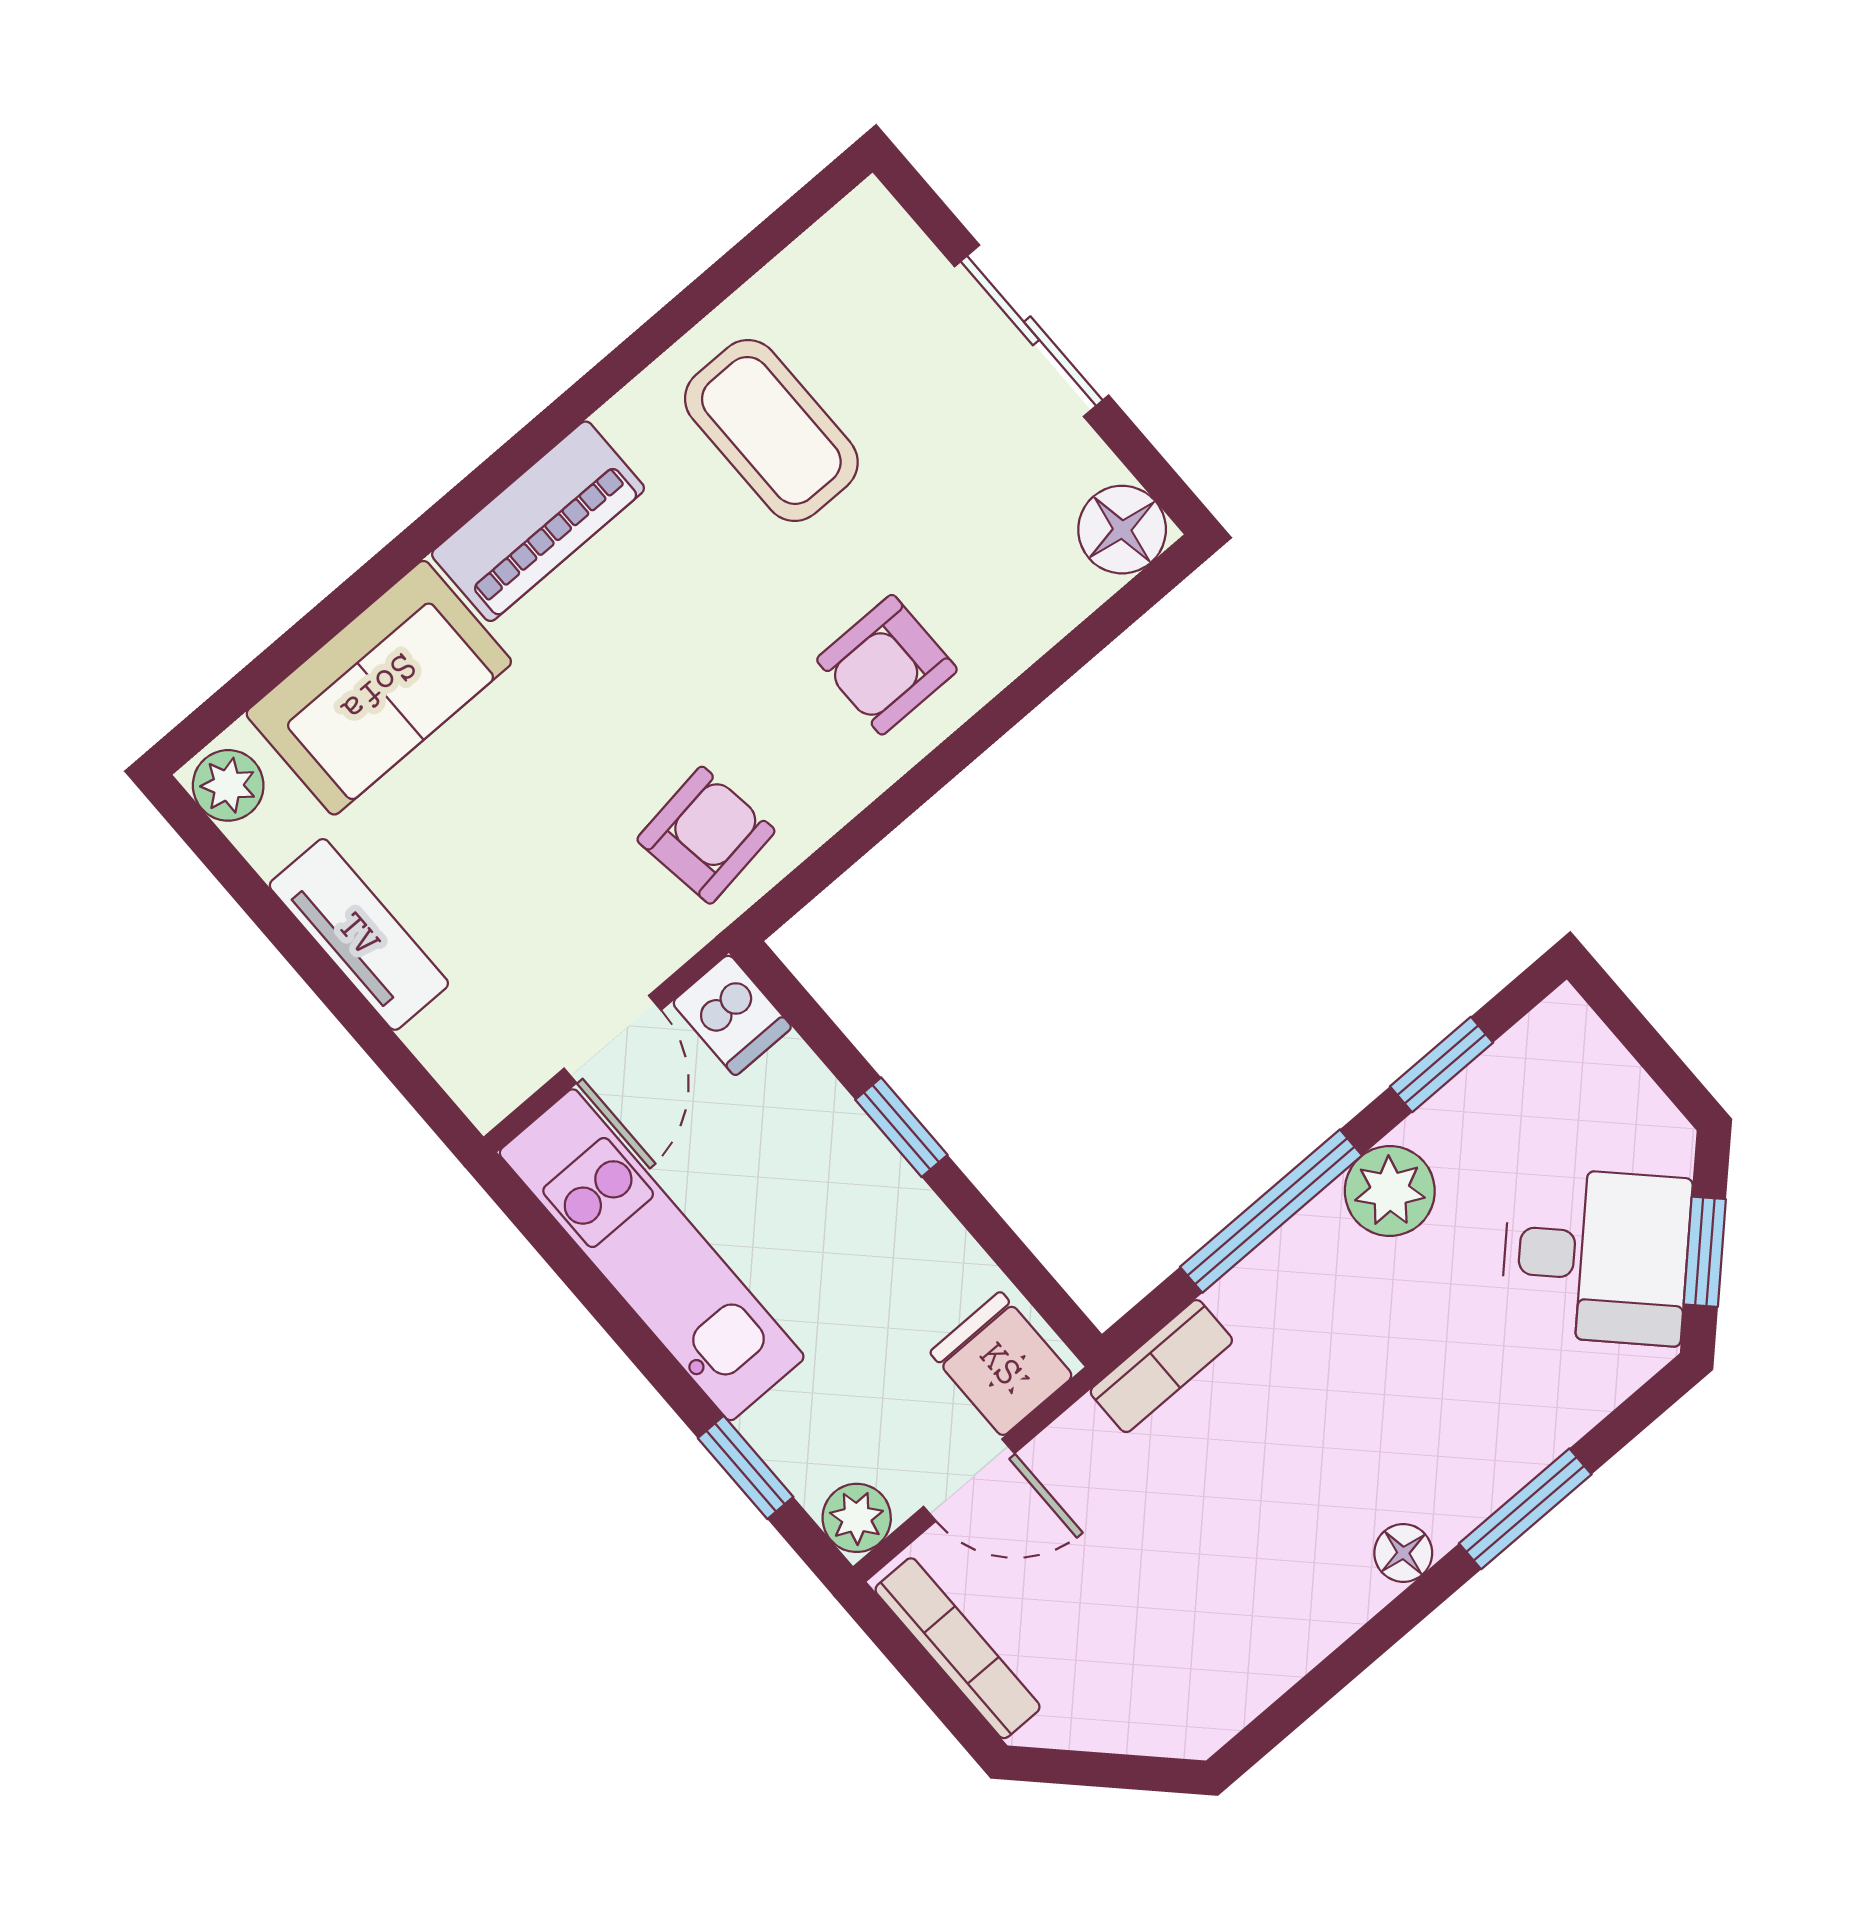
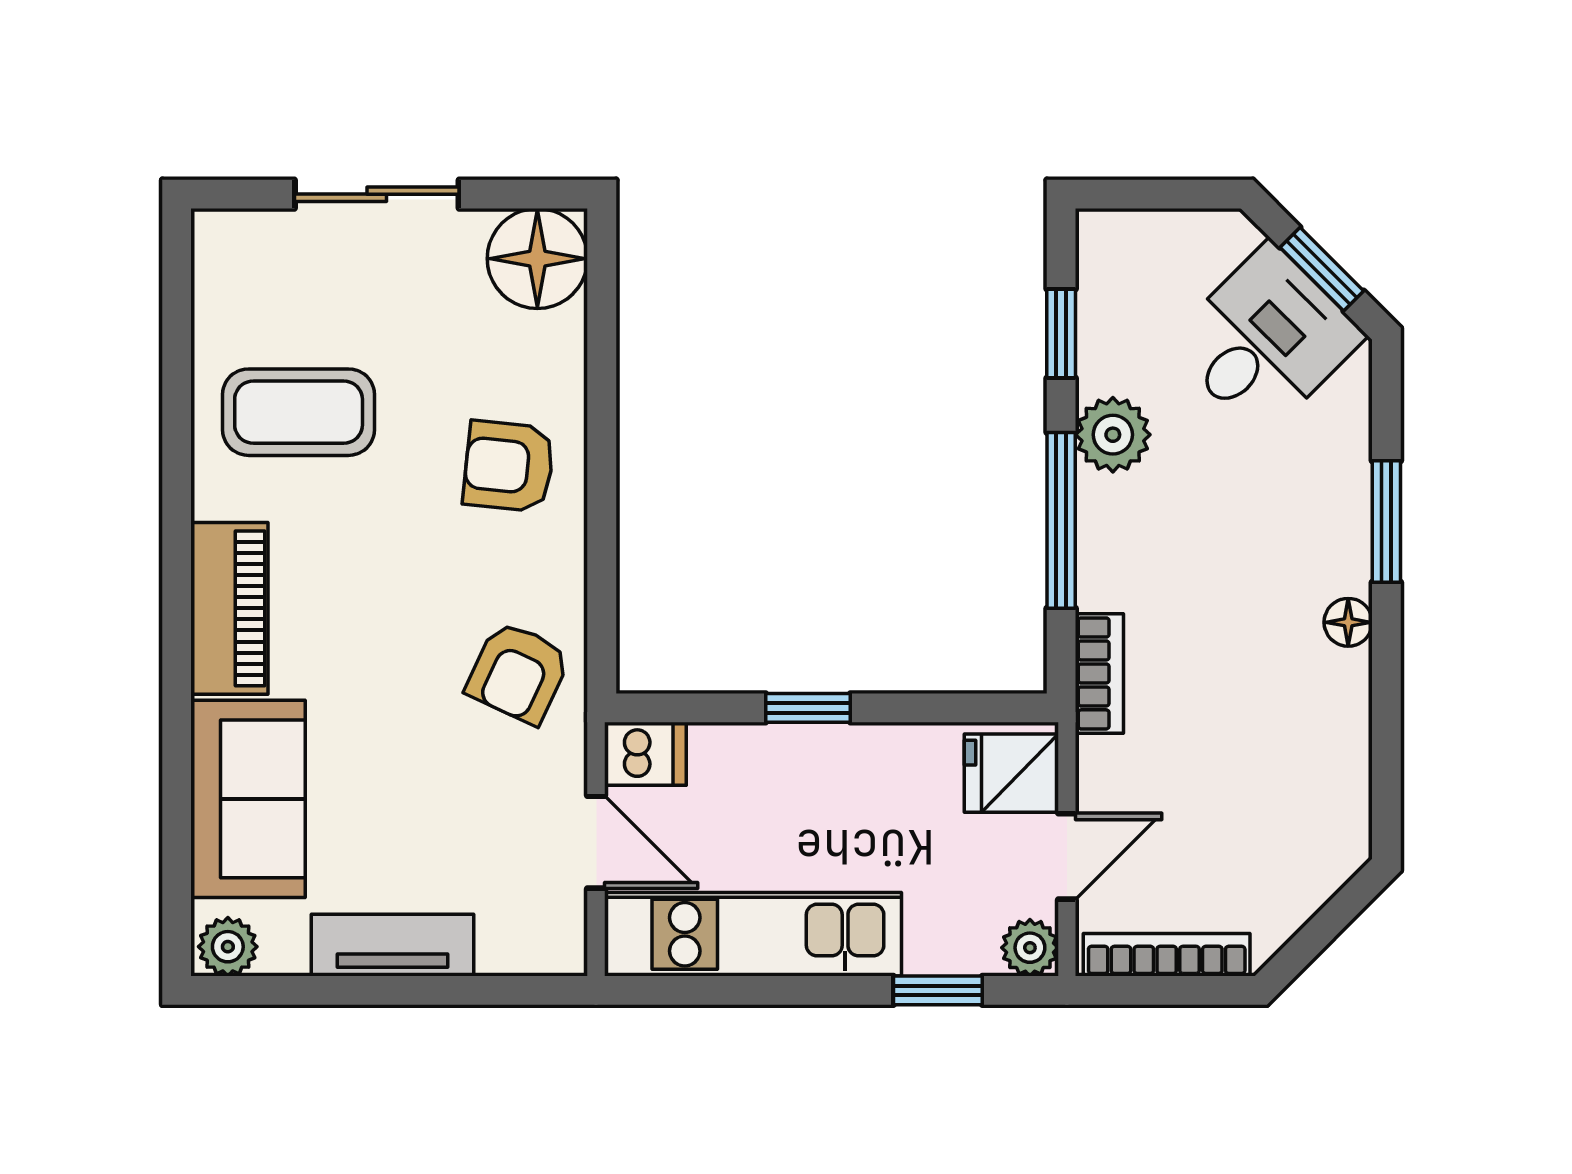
floor lamp: (1122, 530) -> (537, 259), width x1.38, depth x1.38
armchair: (887, 665) -> (509, 466), turned 96
armchair: (706, 835) -> (518, 673), turned -147

